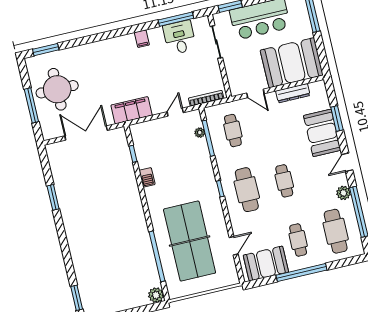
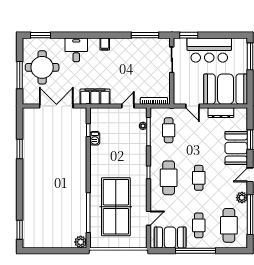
desk: (180, 37) -> (76, 50), moved
filing cabinet: (142, 39) -> (105, 44), moved
barbecue: (147, 177) -> (95, 138), moved

